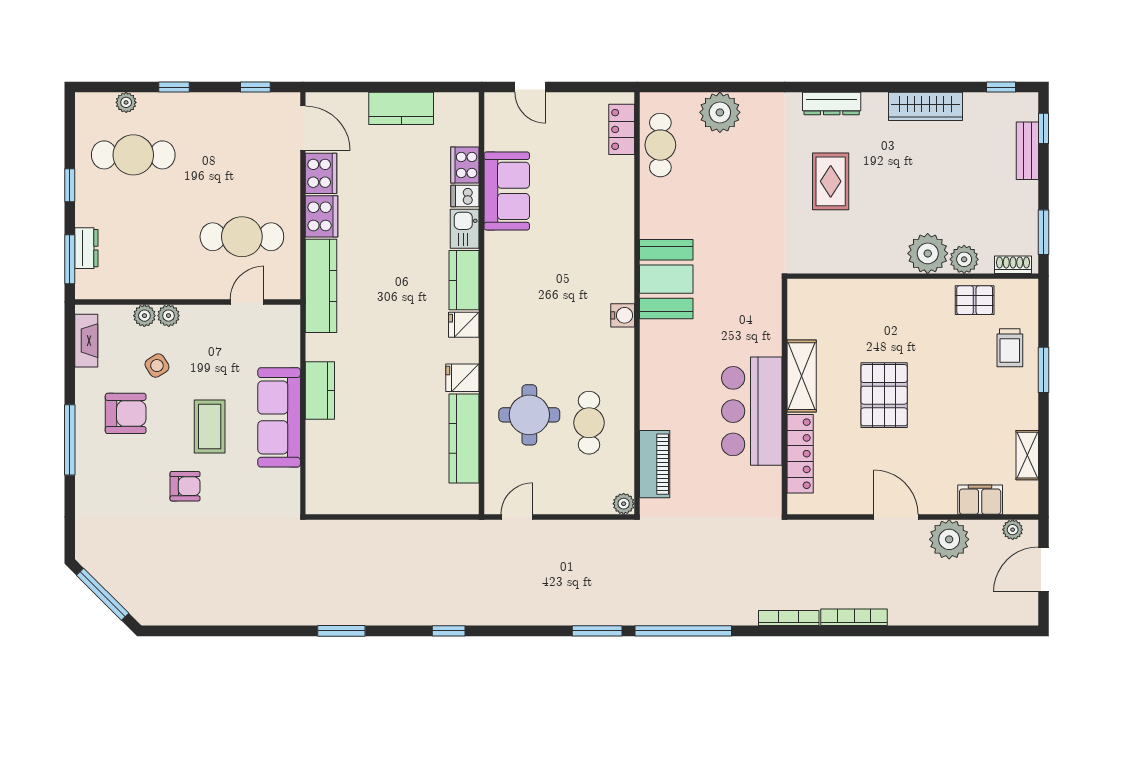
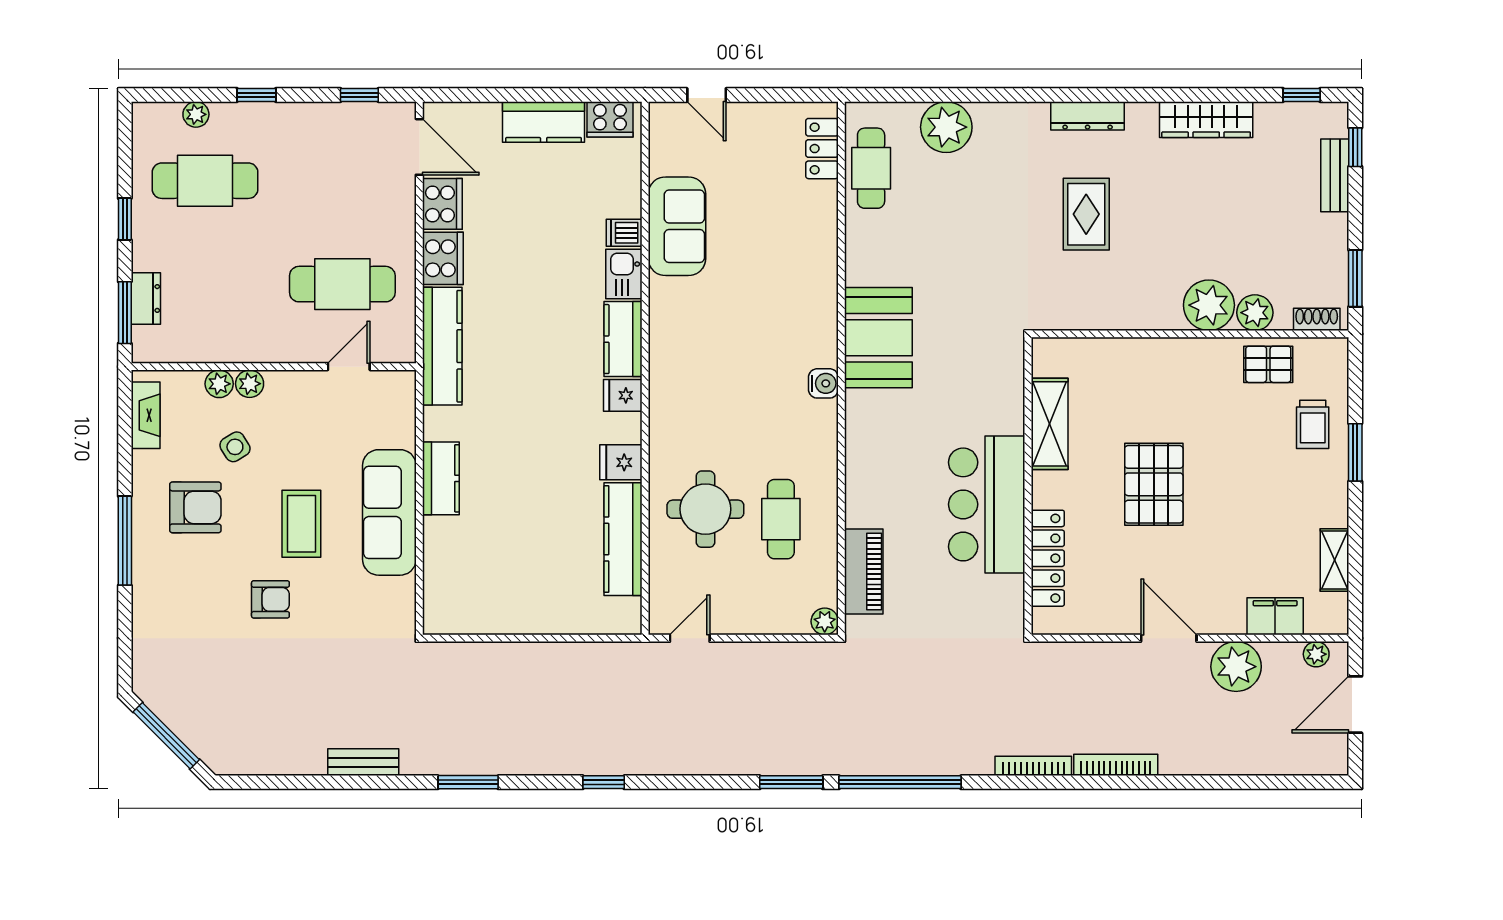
cooker: (465, 165) -> (610, 119), moved, turned -90
shelving: (802, 376) -> (1050, 424), moved
bench: (258, 615) -> (363, 762), added

